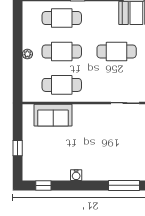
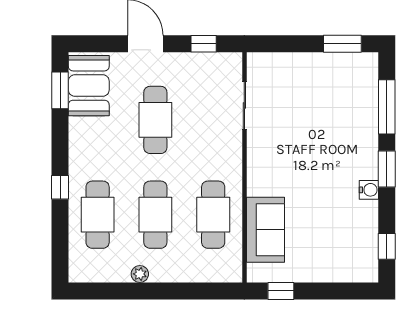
plant: (27, 54) -> (140, 274), moved
window: (18, 148) -> (281, 291), moved
window: (88, 185) -> (387, 169), added

